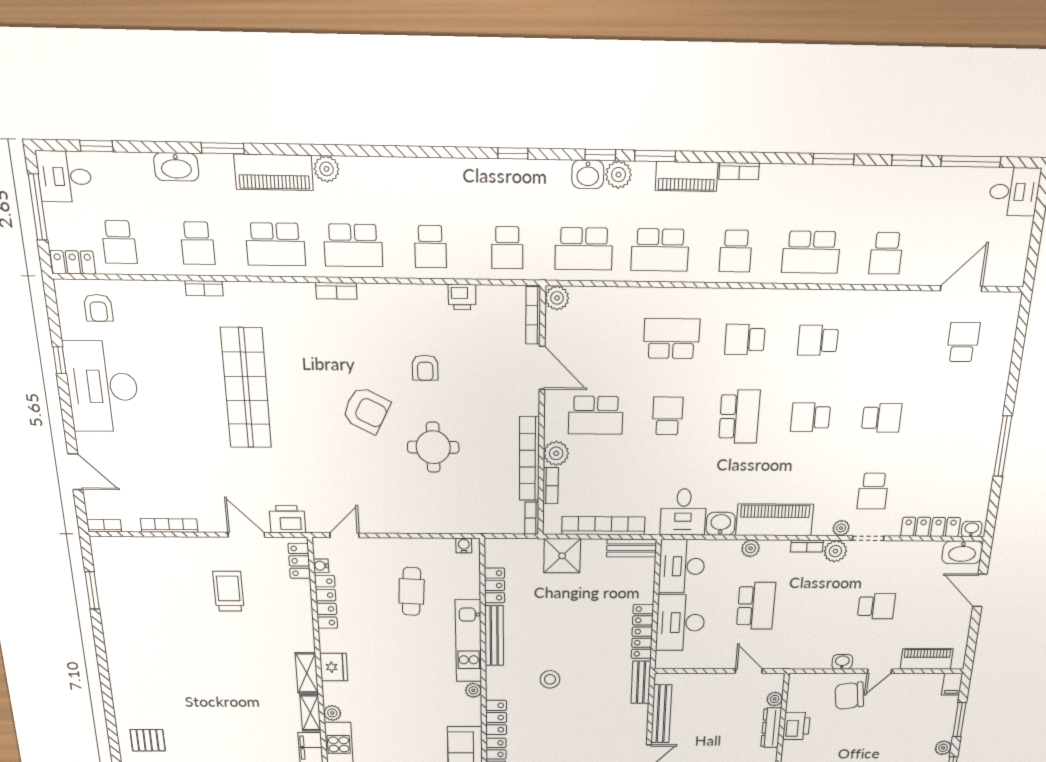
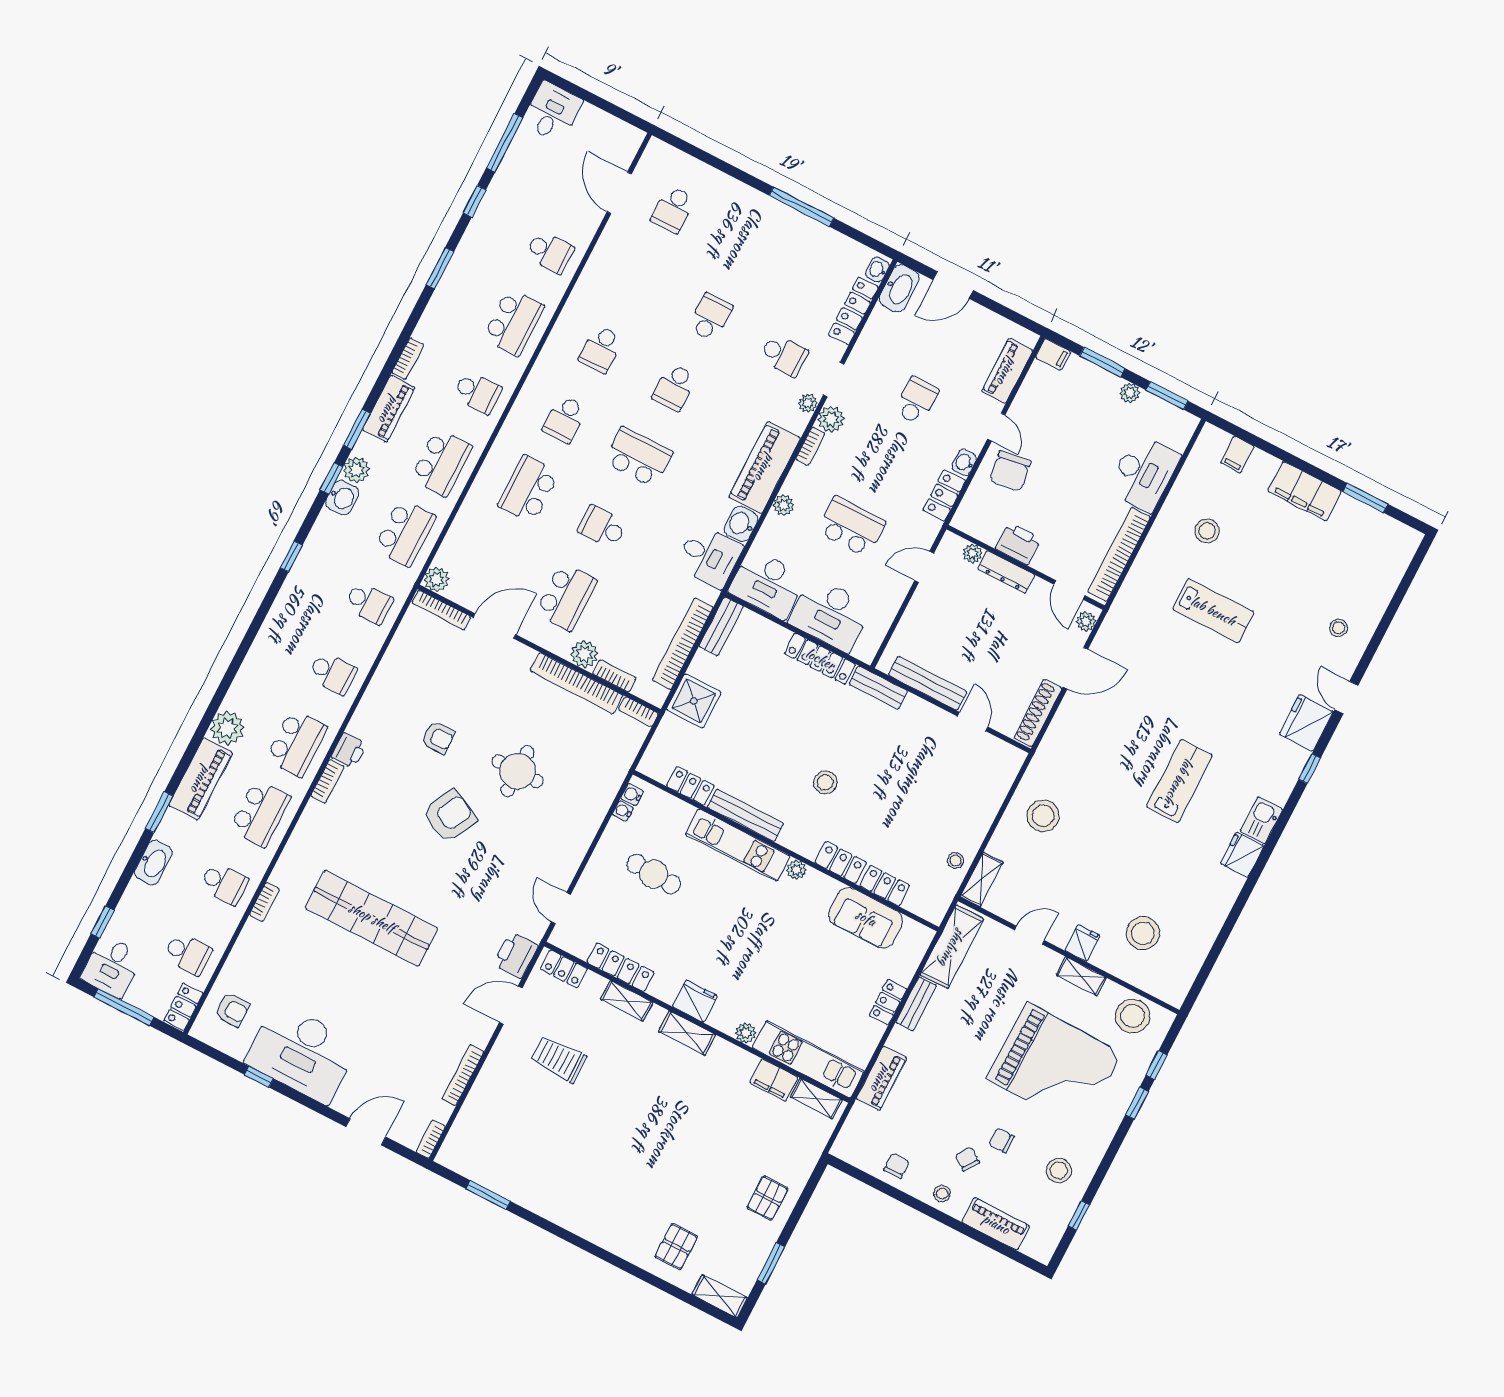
plant: (327, 169) -> (227, 728), width x1.36, depth x1.36
printer: (462, 297) -> (349, 751), moved
school desk: (963, 342) -> (673, 209), turned -90
water cooler: (321, 566) -> (623, 811), moved, turned 90
locker: (811, 660) -> (944, 495), added
shelving: (310, 713) -> (627, 1001), moved

